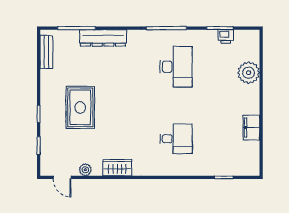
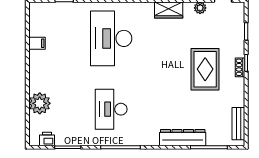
printer: (226, 36) -> (47, 139), moved
shoe rack: (45, 109) -> (240, 67), added
filing cabinet: (251, 128) -> (37, 43), width x0.50
desk: (176, 139) -> (111, 38), width x1.87, depth x1.30

